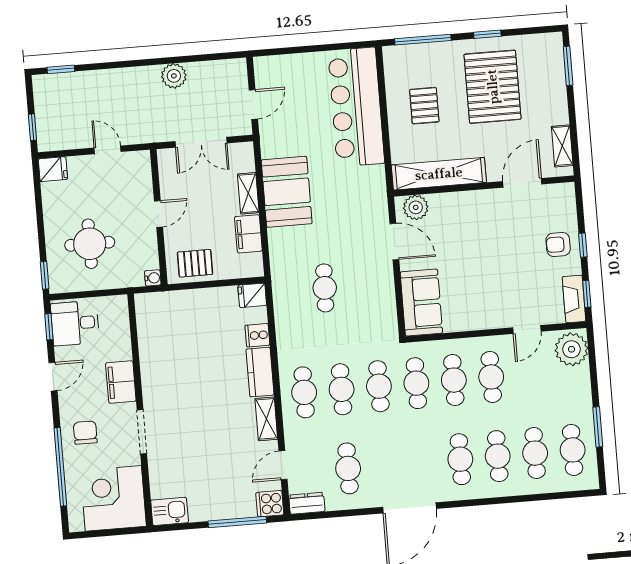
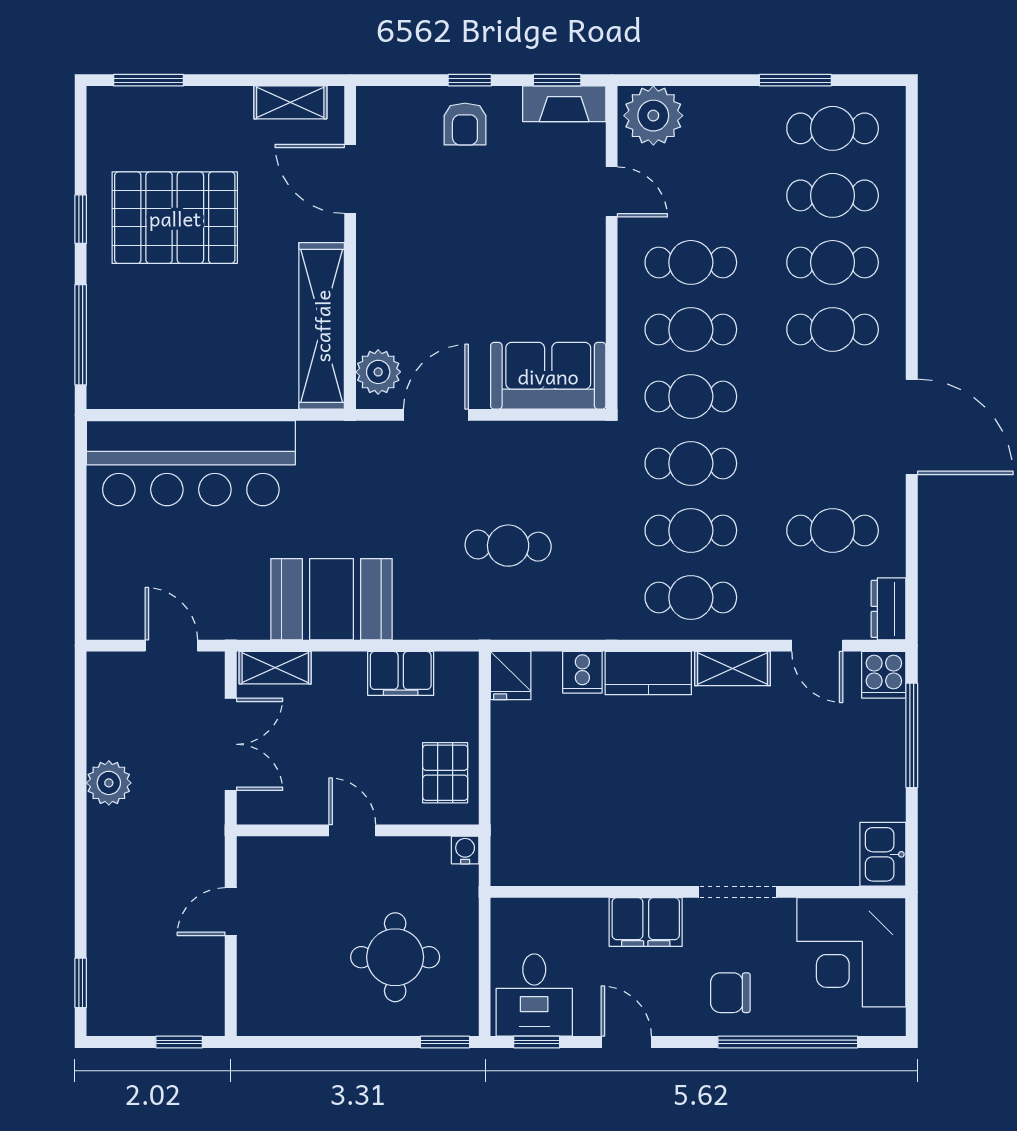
pallet: (424, 106) -> (198, 342), removed
fridge: (53, 169) -> (257, 1012), removed
shelving: (248, 193) -> (275, 668), moved

